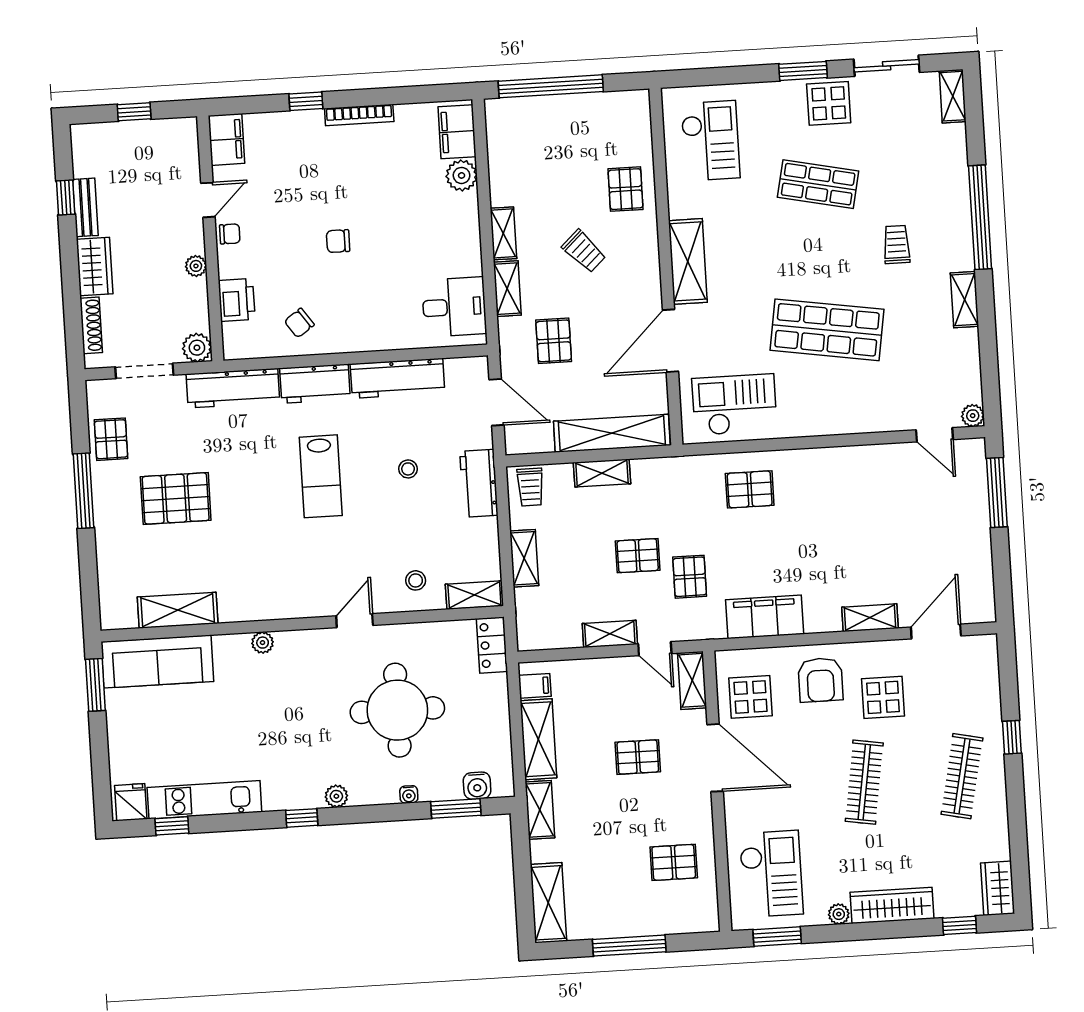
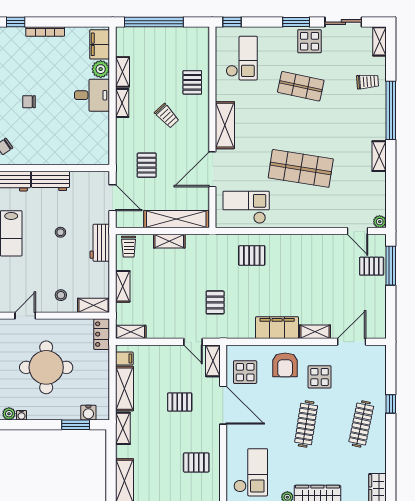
window: (689, 78) -> (232, 22), added
trolley: (897, 244) -> (368, 82), moved, turned 86
shelving: (507, 289) -> (122, 72), moved
desk: (454, 307) -> (92, 95), moved
workbench: (397, 378) -> (51, 181), width x0.73
pallet: (638, 556) -> (372, 266), moved
filing cabinet: (765, 617) -> (277, 328), moved
shelving: (610, 634) -> (131, 332), moved
water cooler: (409, 794) -> (21, 415), moved

